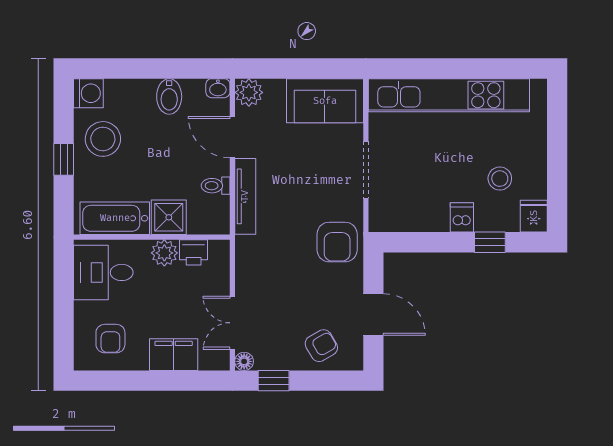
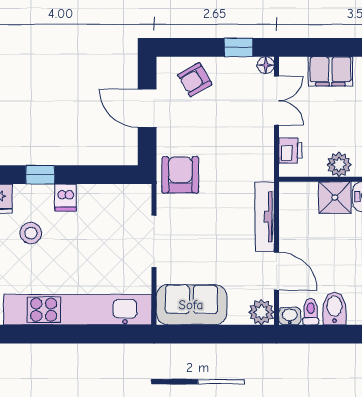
toilet: (216, 186) -> (311, 312), moved, turned -90
printer: (194, 252) -> (290, 151), moved, turned 90

